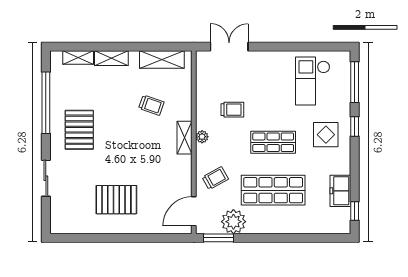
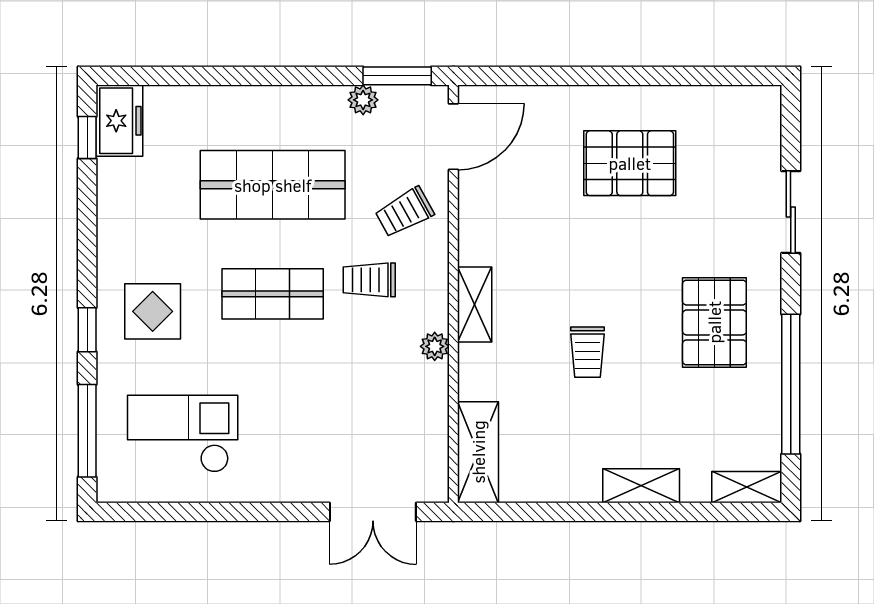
shelving: (78, 57) -> (747, 487), moved
shelving: (162, 59) -> (478, 452), moved, turned 90
checkout: (313, 81) -> (183, 434), turned -90
trolley: (151, 105) -> (588, 352), moved, turned -109
trolley: (232, 110) -> (369, 280), moved
plant: (202, 137) -> (435, 346), moved
freezer: (340, 191) -> (119, 121), moved
plant: (233, 222) -> (363, 100), width x0.53, depth x0.53

